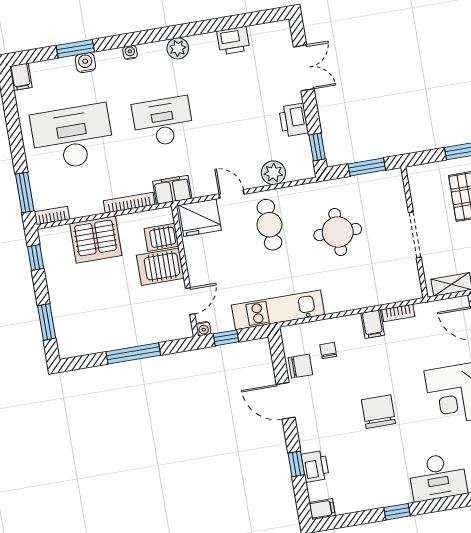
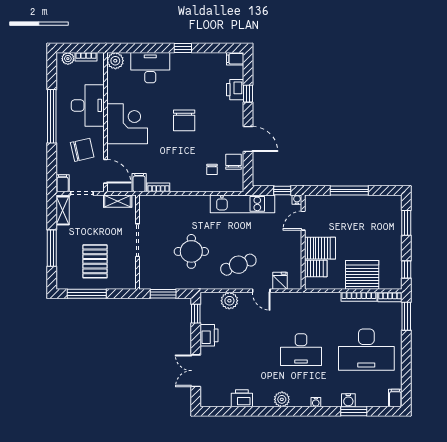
filing cabinet: (172, 190) -> (302, 301), removed
bookcase: (129, 203) -> (359, 297), moved
fridge: (200, 218) -> (280, 281), width x0.53, depth x0.75
cafe table: (269, 225) -> (238, 265), turned 71
filing cabinet: (373, 324) -> (139, 183), moved
chair: (300, 366) -> (233, 162), turned 90

